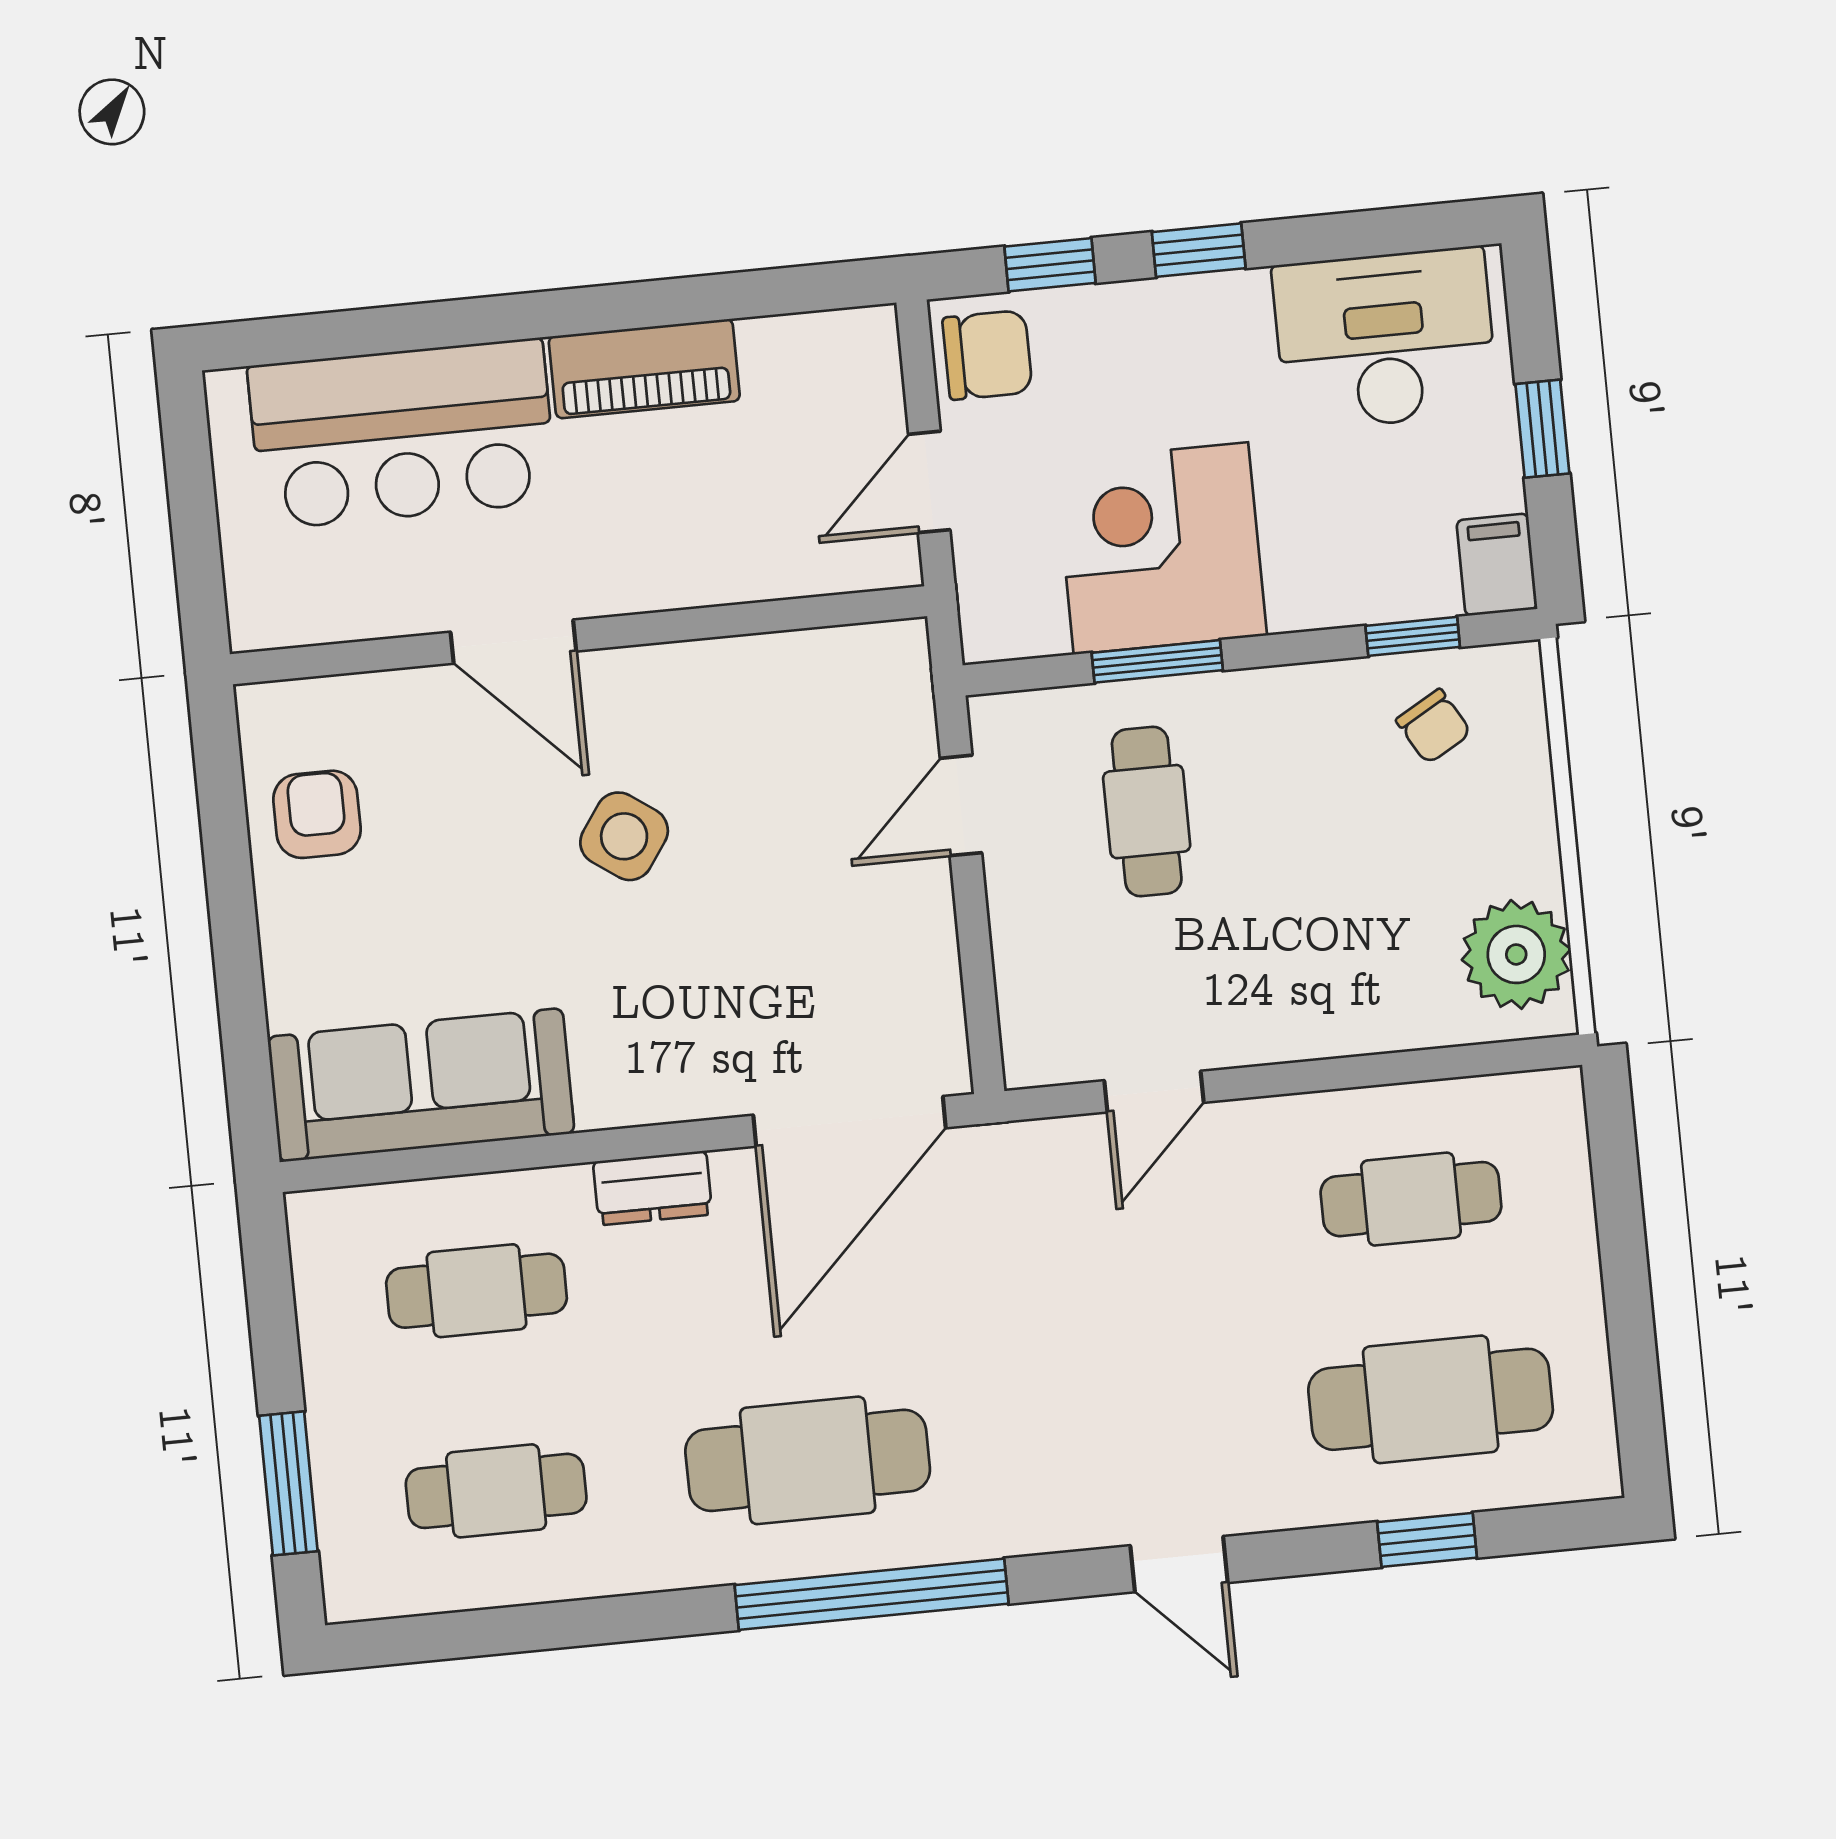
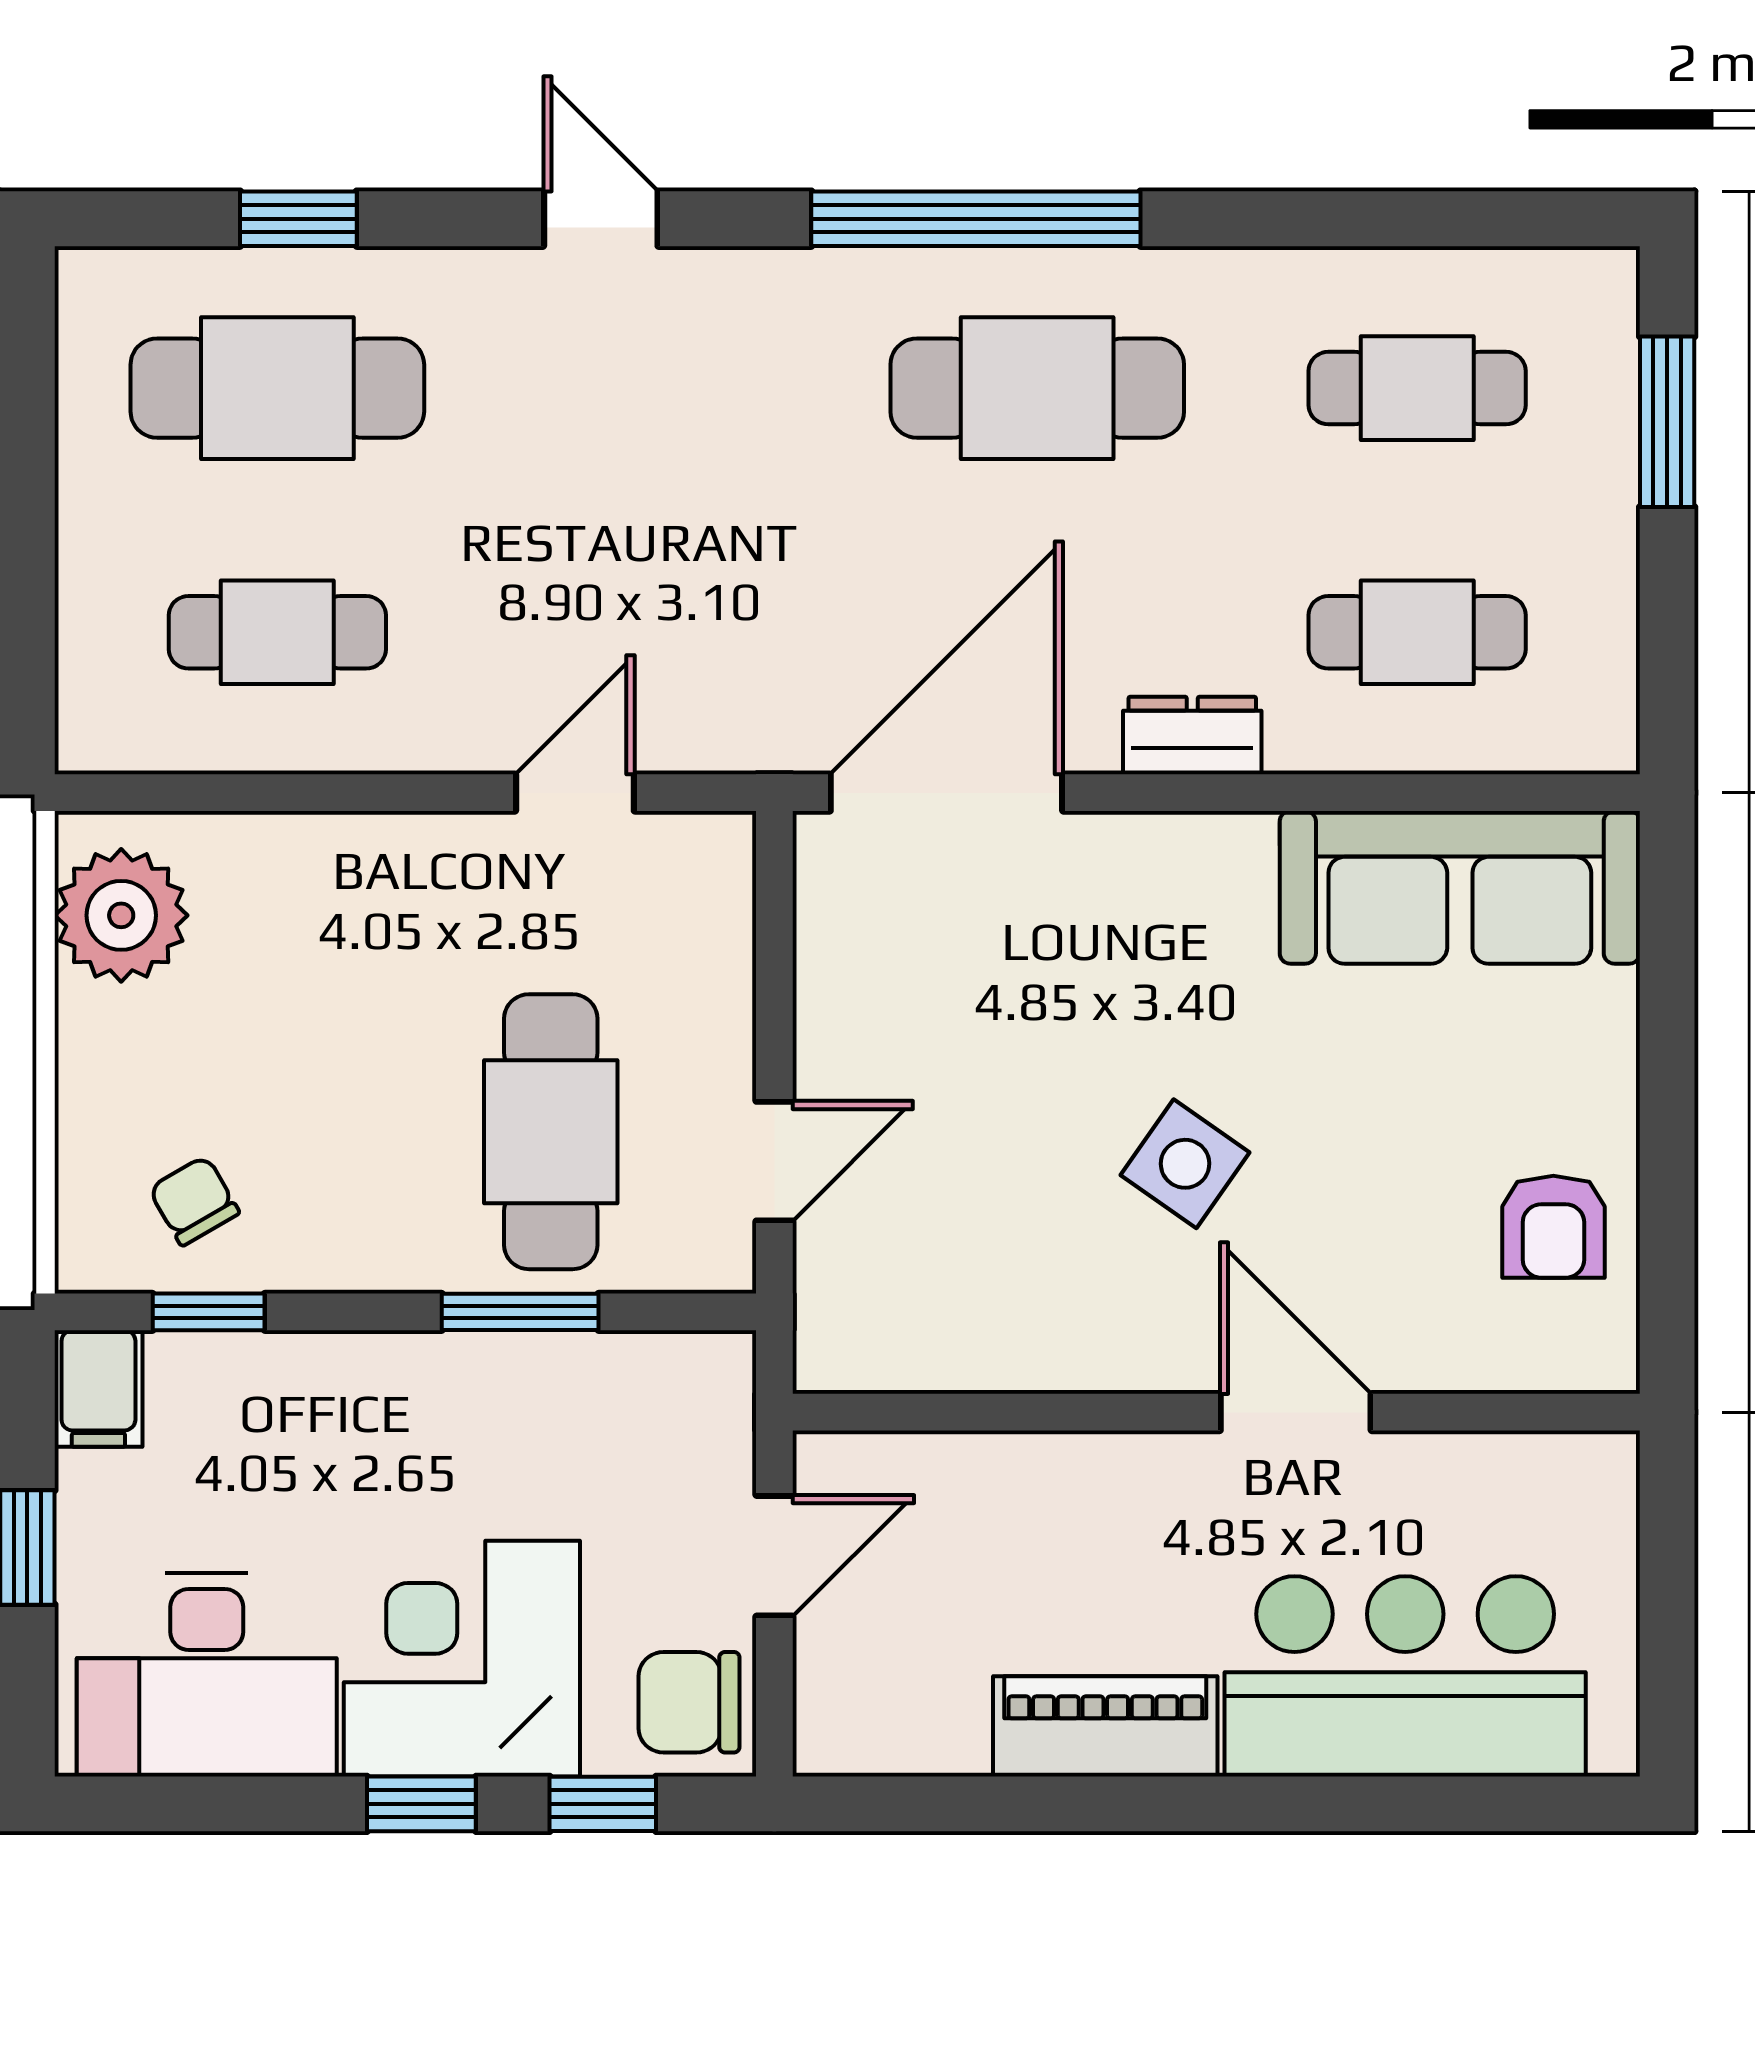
corner desk: (1161, 548) -> (462, 1659), moved, turned 180
cafe table: (1147, 812) -> (551, 1132), width x1.37, depth x1.35

